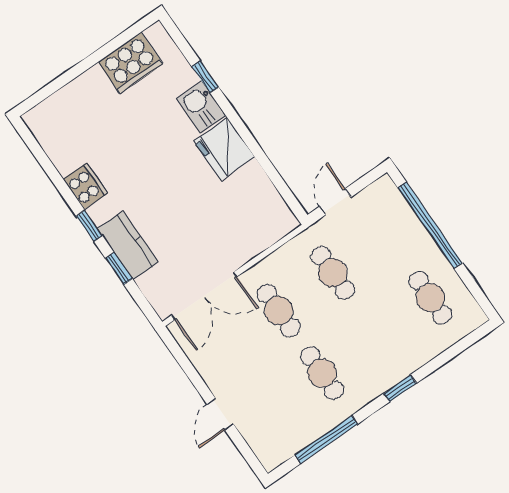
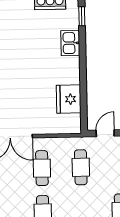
window: (205, 77) -> (82, 16), moved
fridge: (224, 149) -> (69, 99), moved

